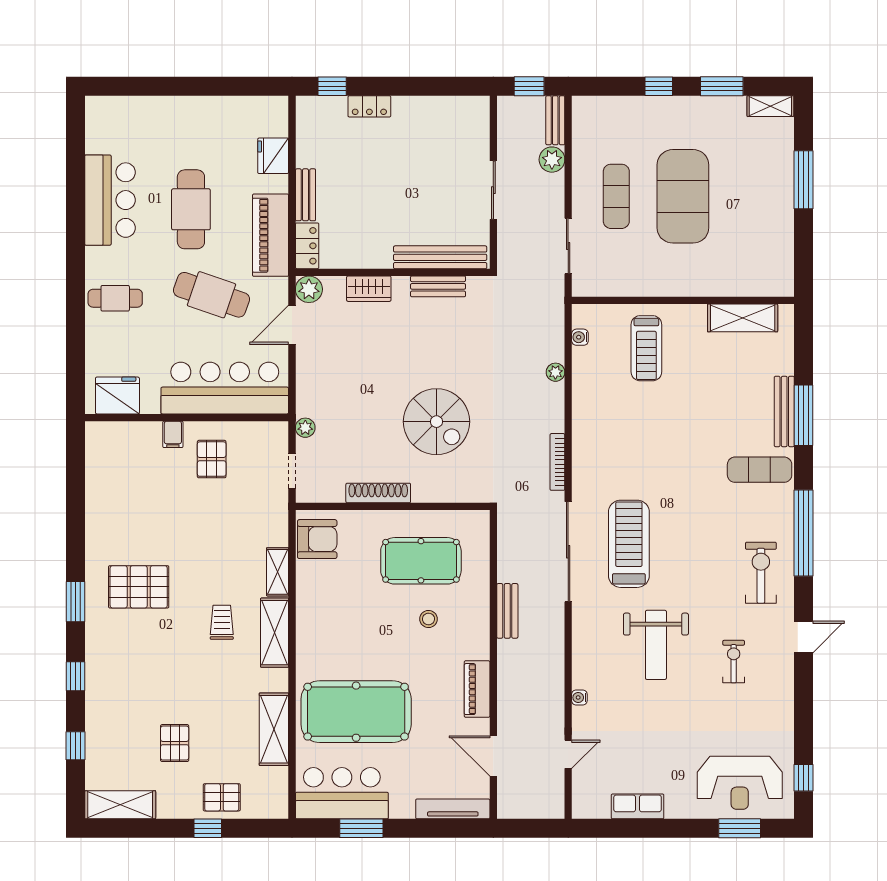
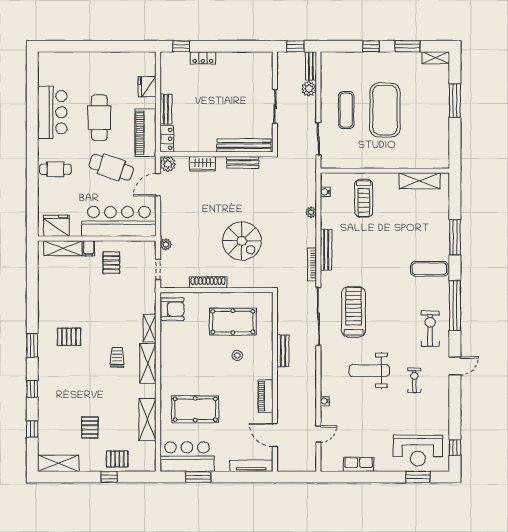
bench: (784, 411) -> (326, 250), moved
shelving: (128, 434) -> (63, 248), added
pallet: (139, 587) -> (69, 337), width x0.67, depth x0.71
weight bench: (656, 645) -> (369, 371), turned 90
pool table: (356, 712) -> (195, 409), width x0.73, depth x0.76

